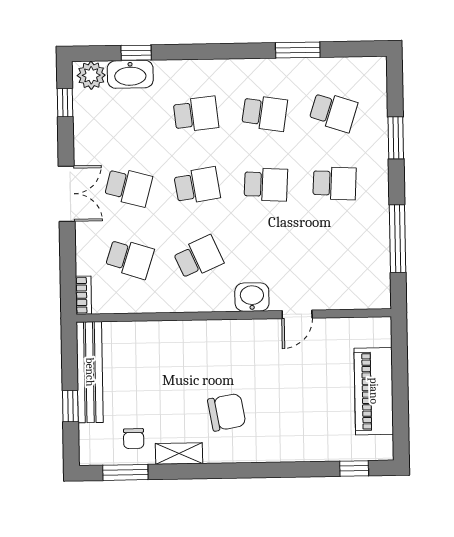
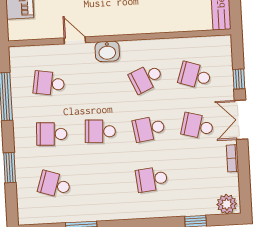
washbasin: (130, 74) -> (199, 206), removed
window: (65, 103) -> (239, 79), moved
school desk: (265, 113) -> (49, 83), moved
bookcase: (83, 295) -> (232, 158), moved
door: (297, 314) -> (75, 40), hinge flipped

